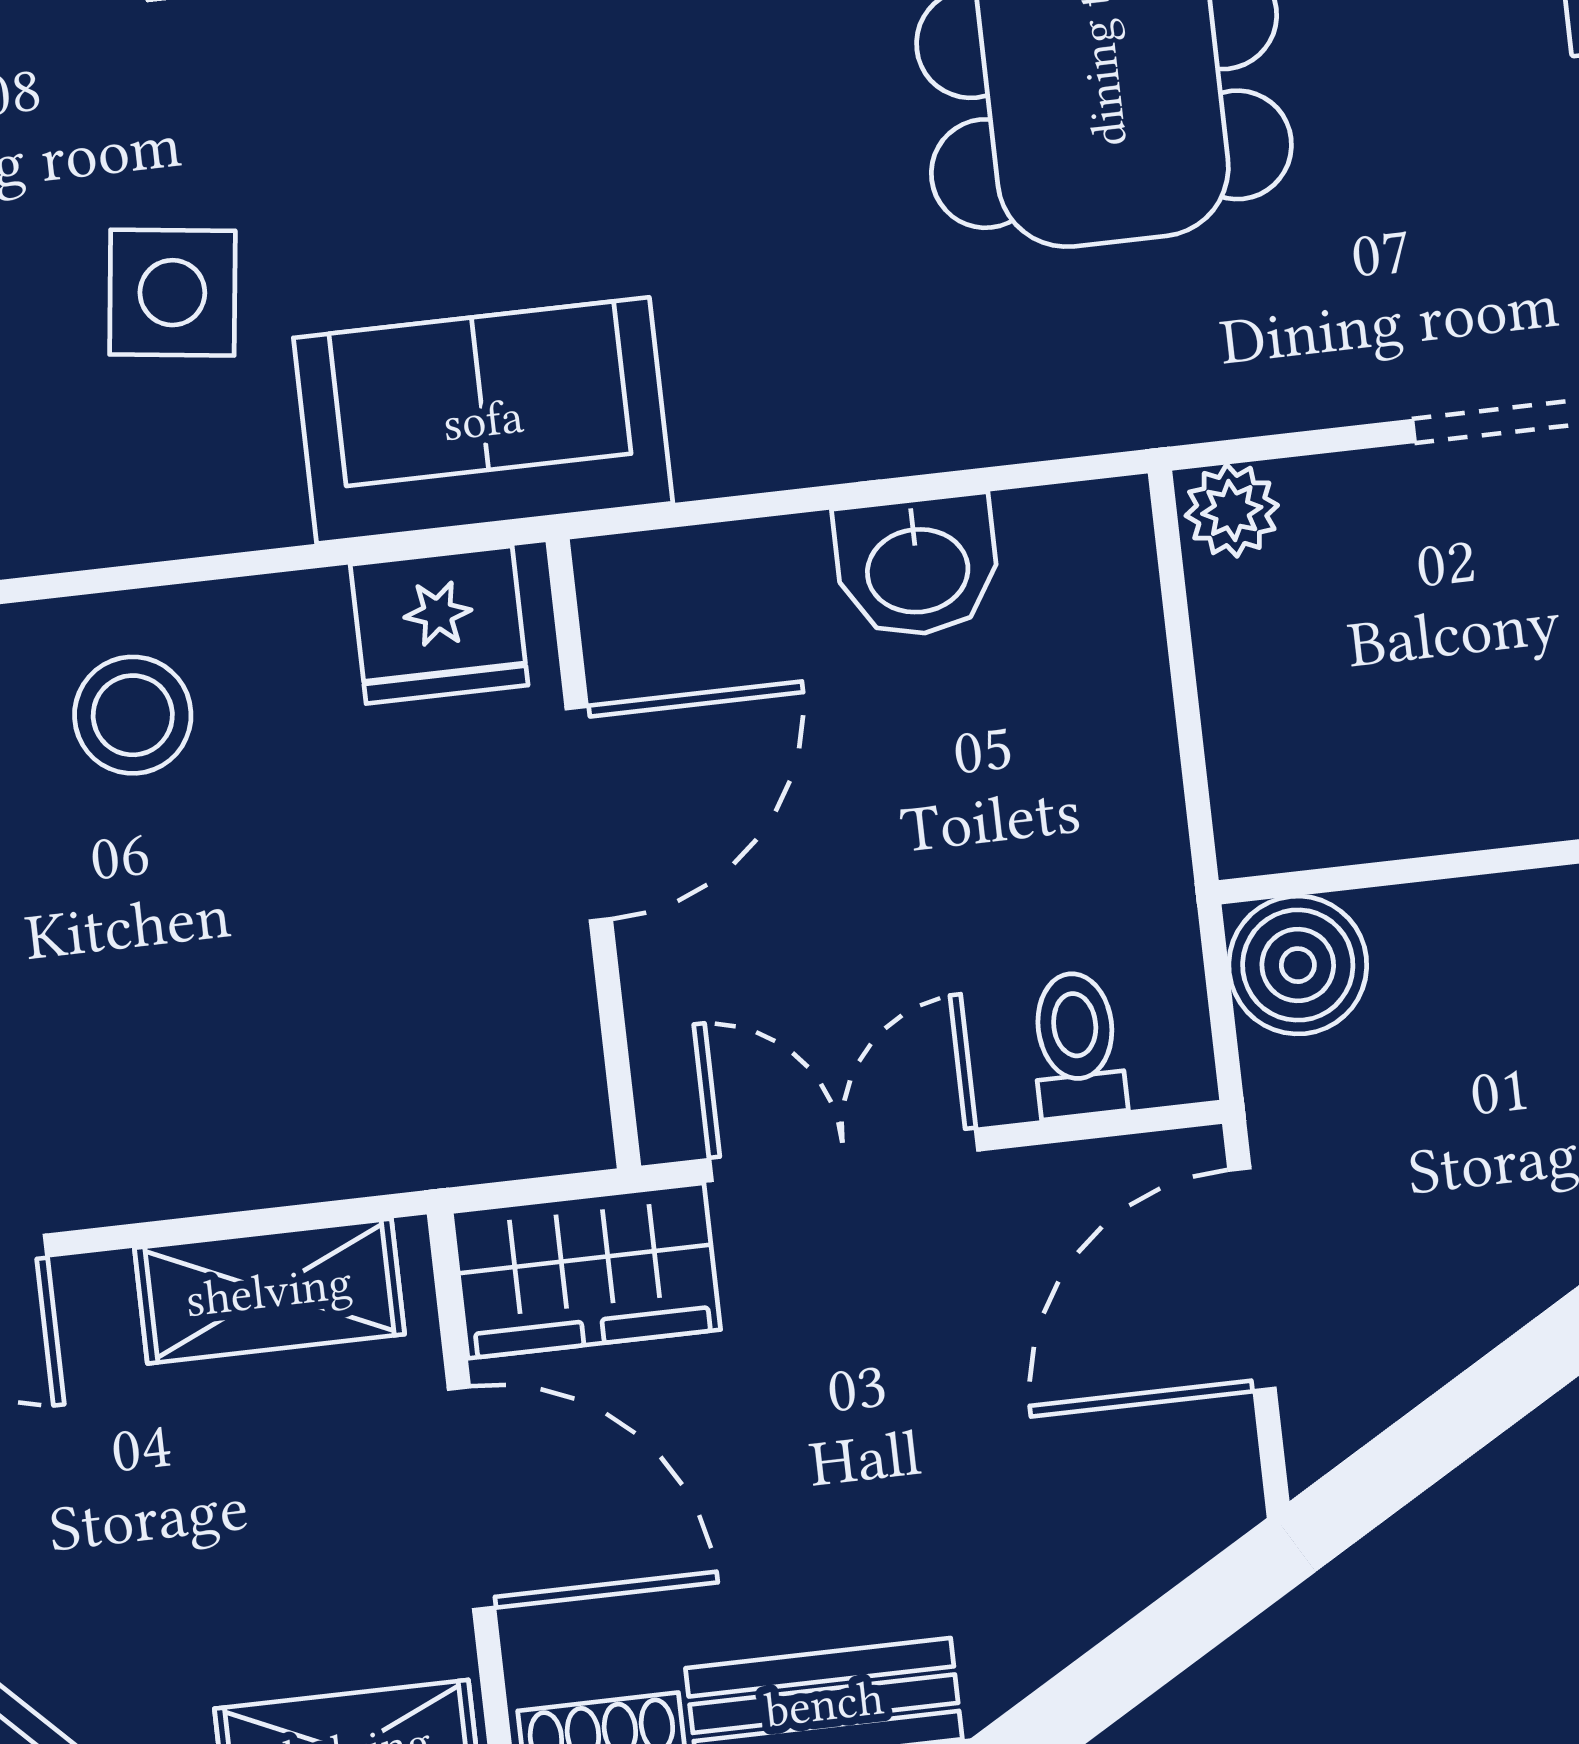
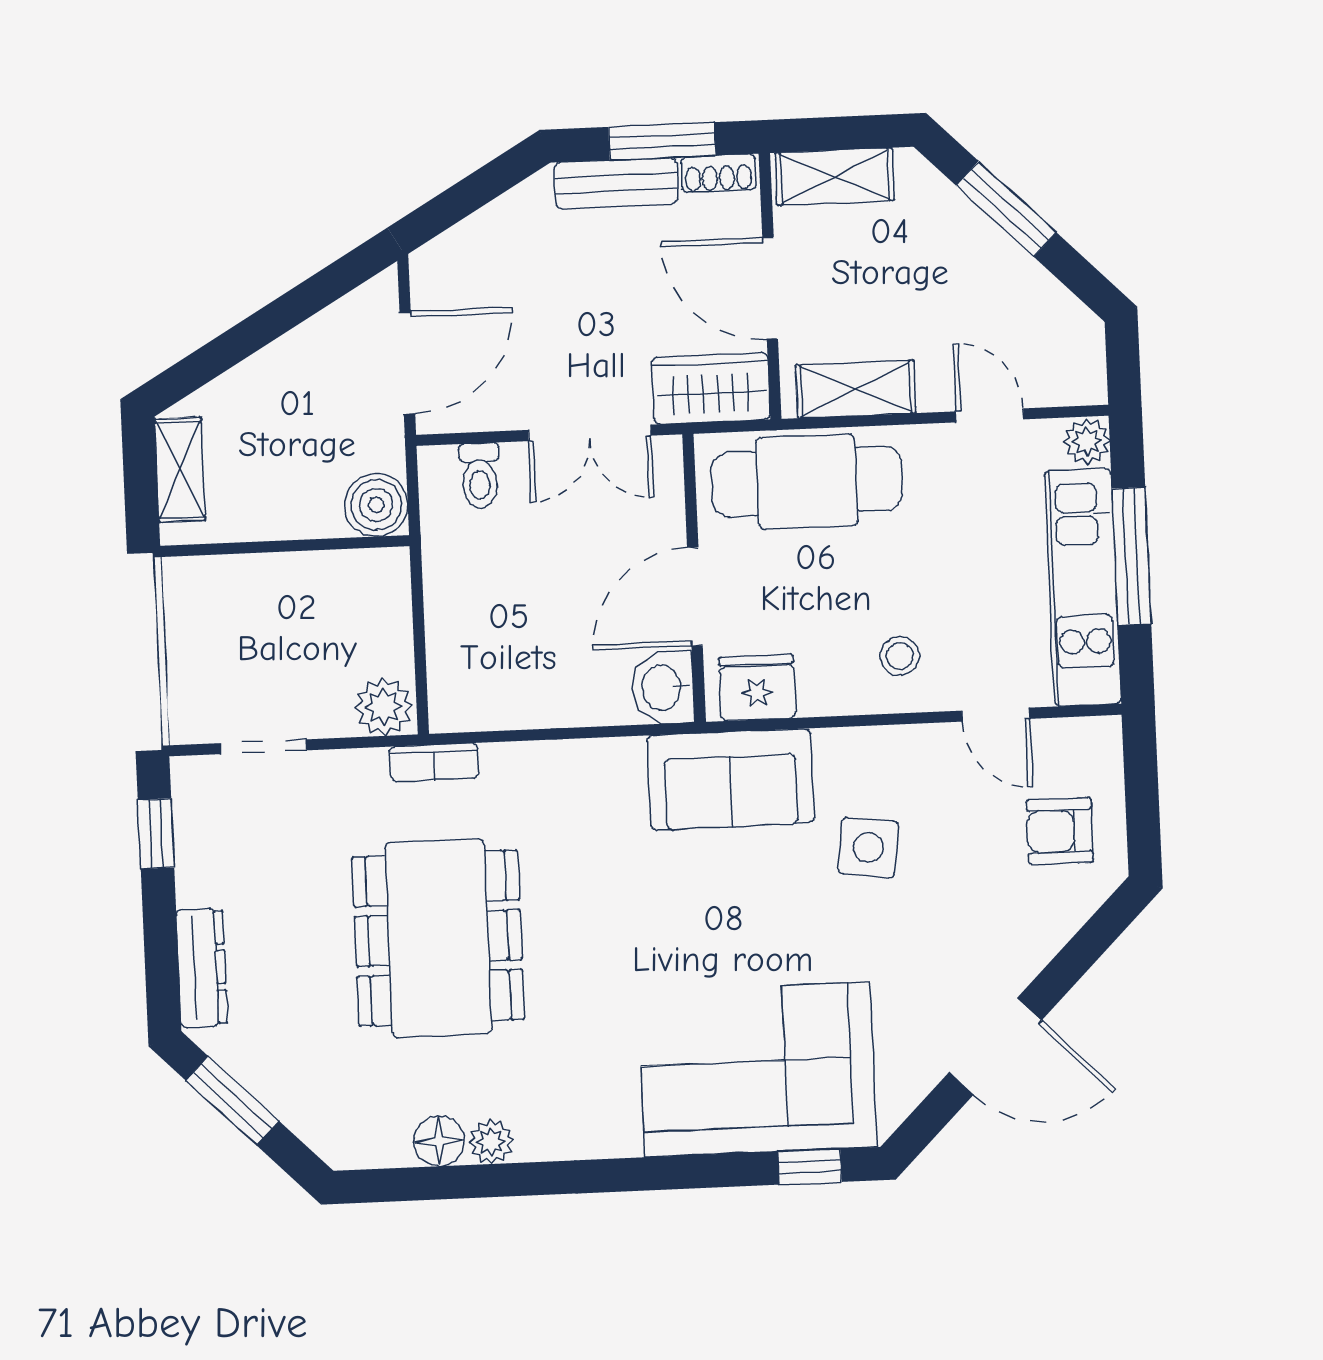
bookcase: (1132, 412) -> (434, 762), added
plant: (1232, 510) -> (384, 707), width x1.38, depth x1.38
washbasin: (917, 567) -> (663, 688), moved, turned -90
stool: (133, 715) -> (900, 656), width x0.73, depth x0.73
cafe table: (362, 1081) -> (807, 482), added

